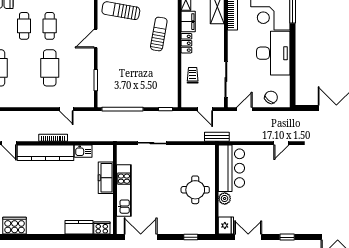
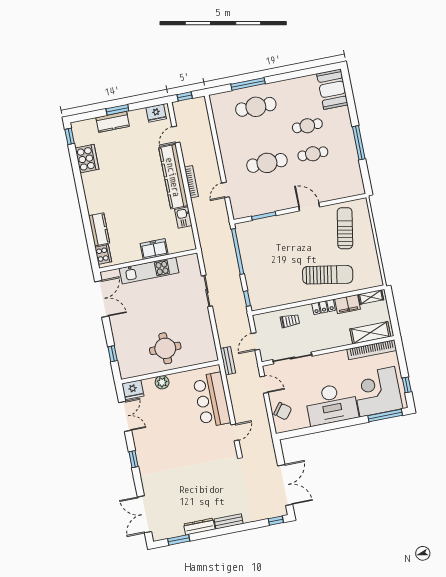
sun lounger: (159, 34) -> (328, 275), width x1.36, depth x1.34
door: (281, 143) -> (235, 432), swing flipped
bar counter: (231, 168) -> (212, 400), moved, turned 90
freezer: (106, 178) -> (154, 249), width x0.71

